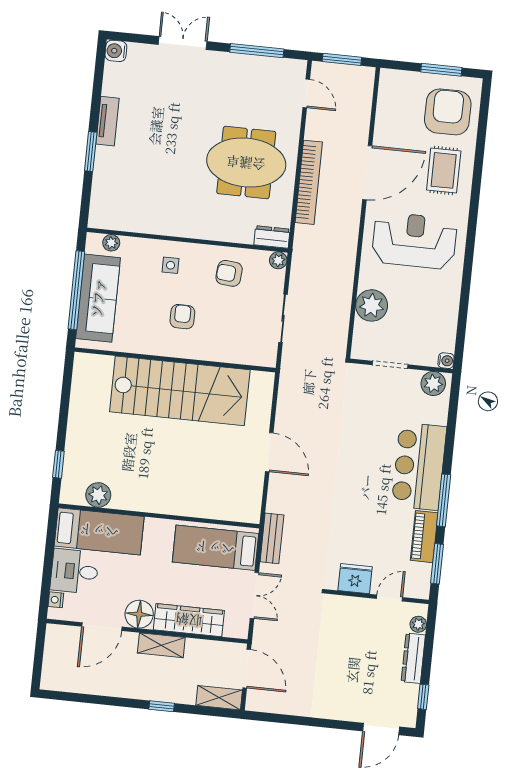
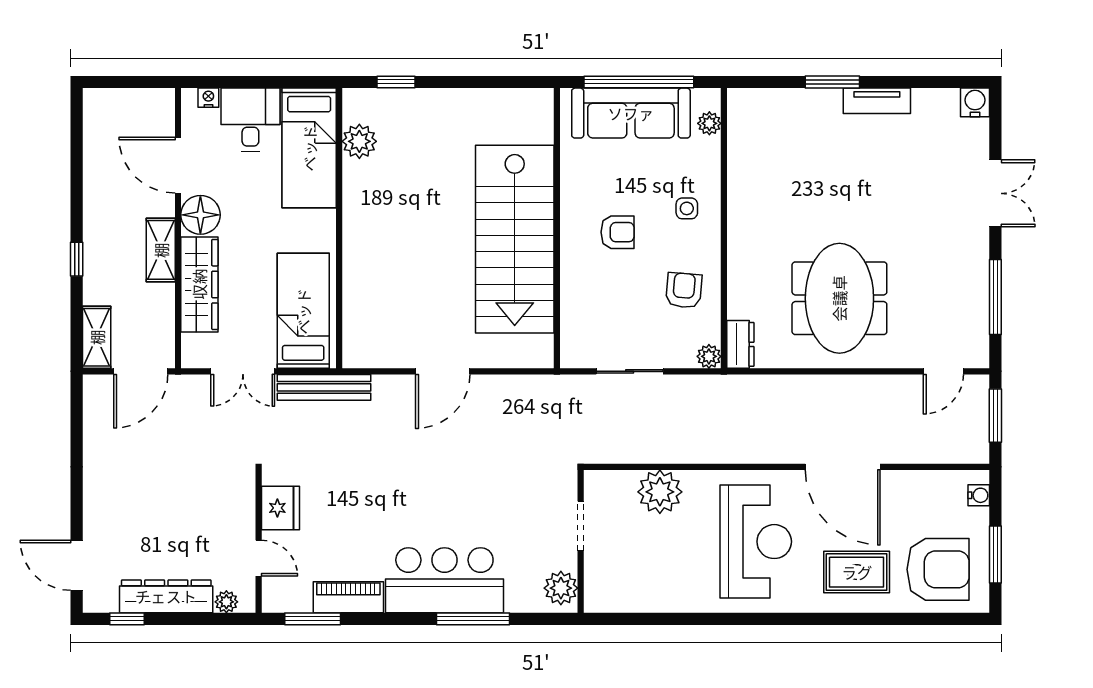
bookcase: (309, 182) -> (821, 387), removed
water cooler: (446, 361) -> (979, 495), moved, turned -90
window: (444, 500) -> (473, 619), moved
bench: (272, 538) -> (324, 387), width x1.36
dresser: (413, 658) -> (166, 596), width x1.37, depth x1.24

